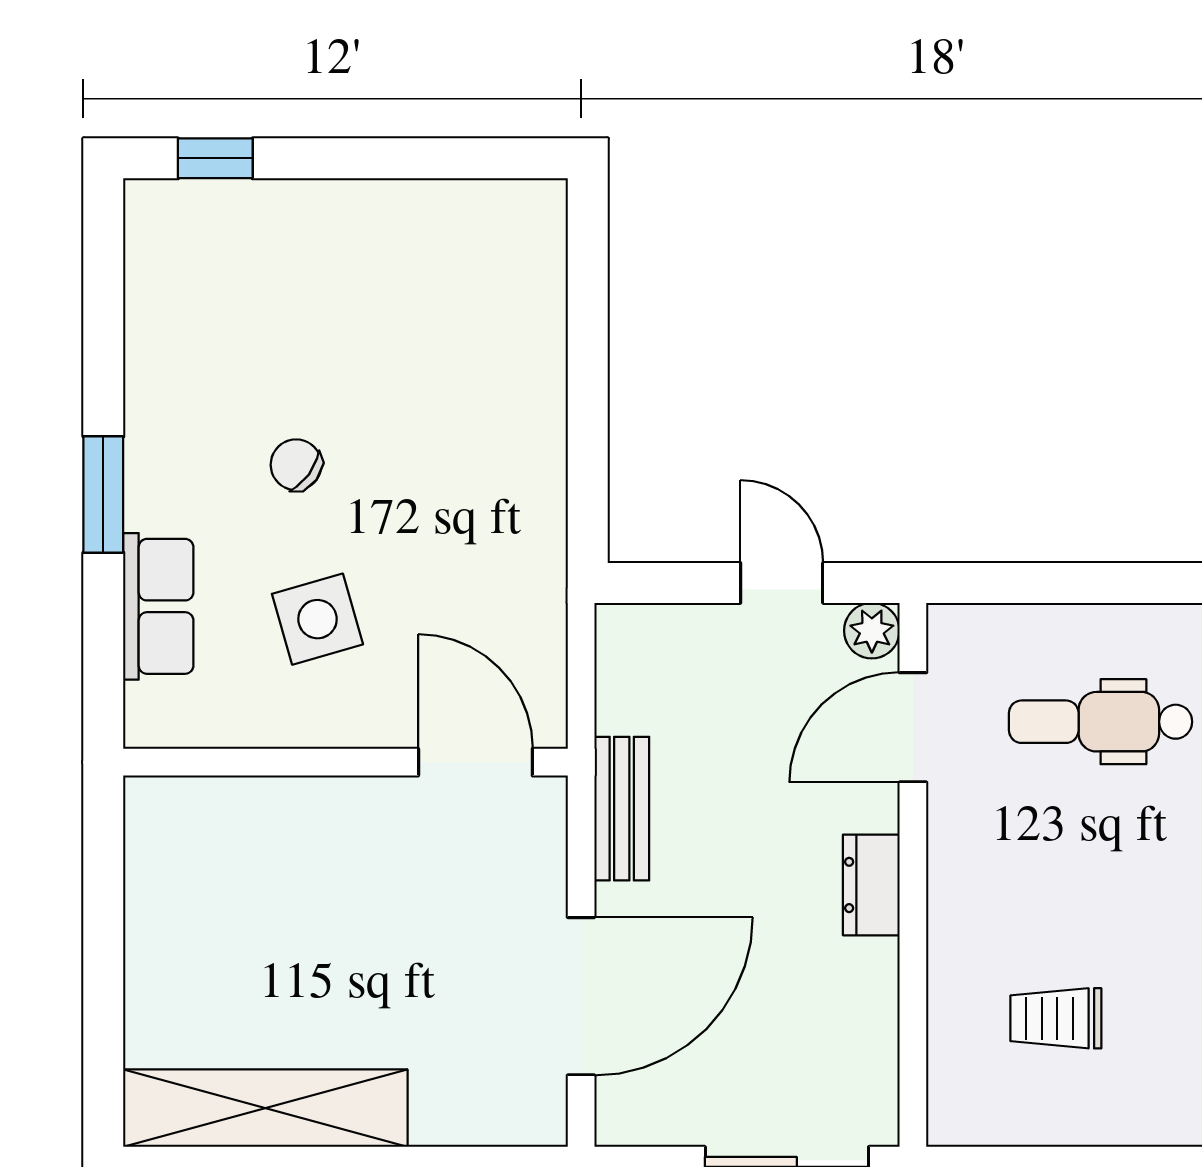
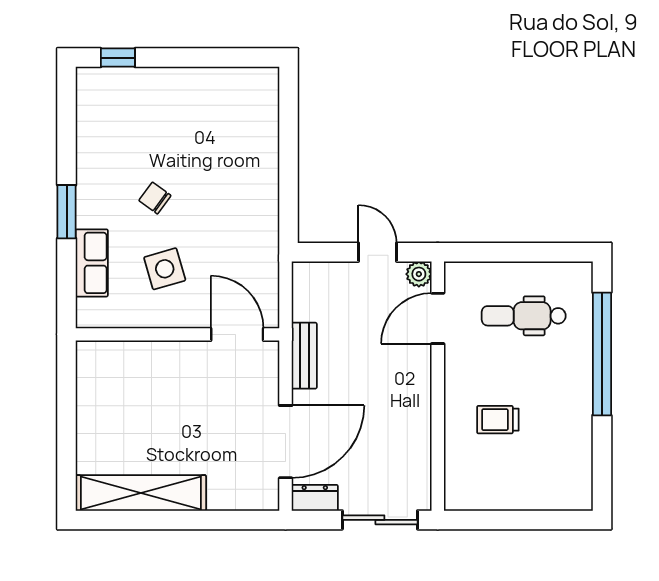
dresser: (871, 885) -> (315, 498), moved, turned 90
trolley: (1056, 1018) -> (498, 420), moved

